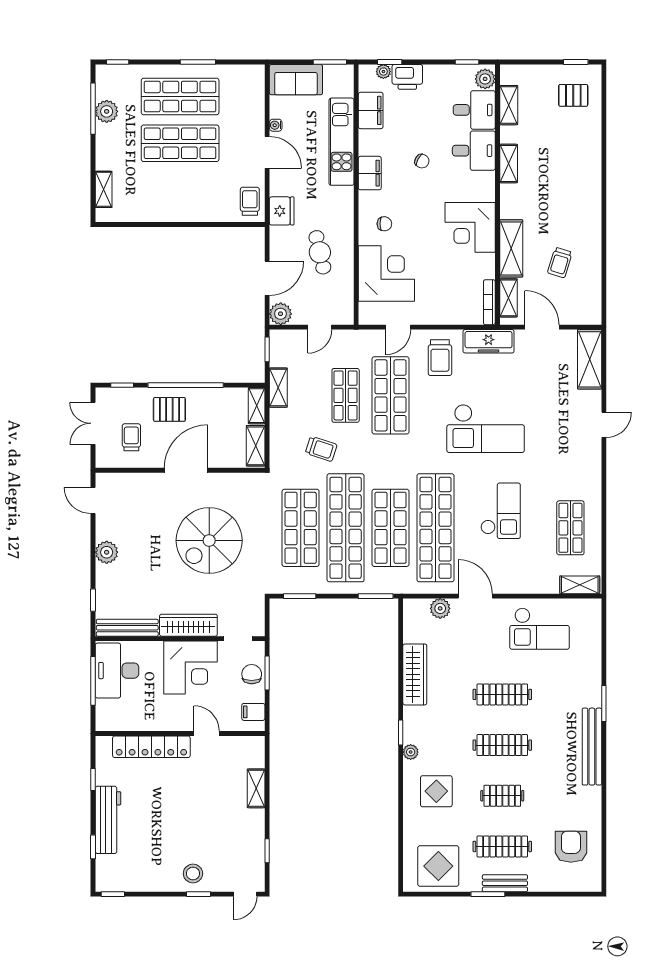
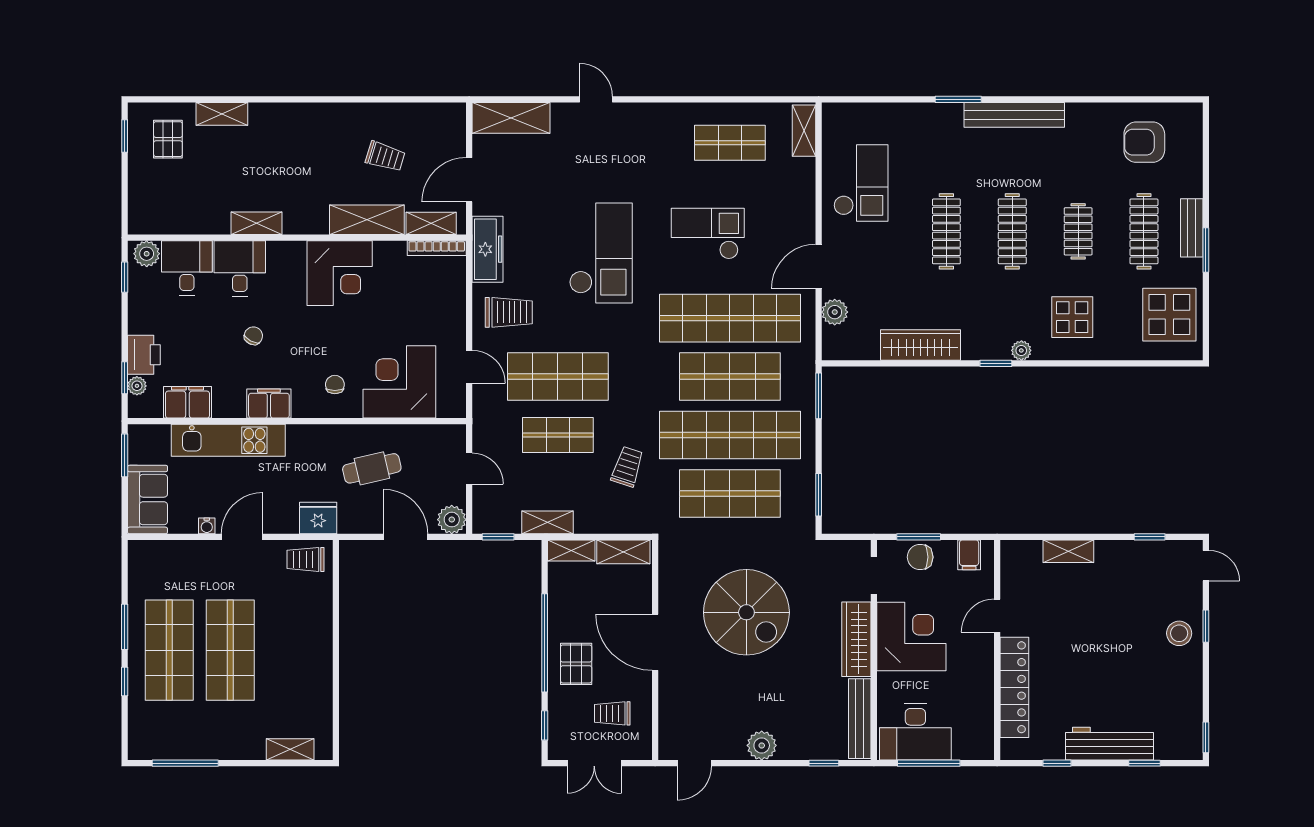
window: (118, 62) -> (125, 682), moved
shelving: (509, 105) -> (222, 114), moved
plant: (107, 111) -> (189, 746), removed

